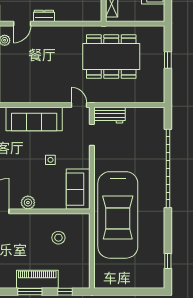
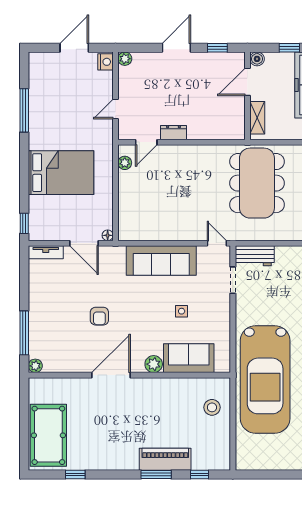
dining table: (111, 57) -> (257, 183), turned 90
sofa: (78, 189) -> (189, 358), moved, turned 90
stool: (58, 238) -> (212, 407), moved

